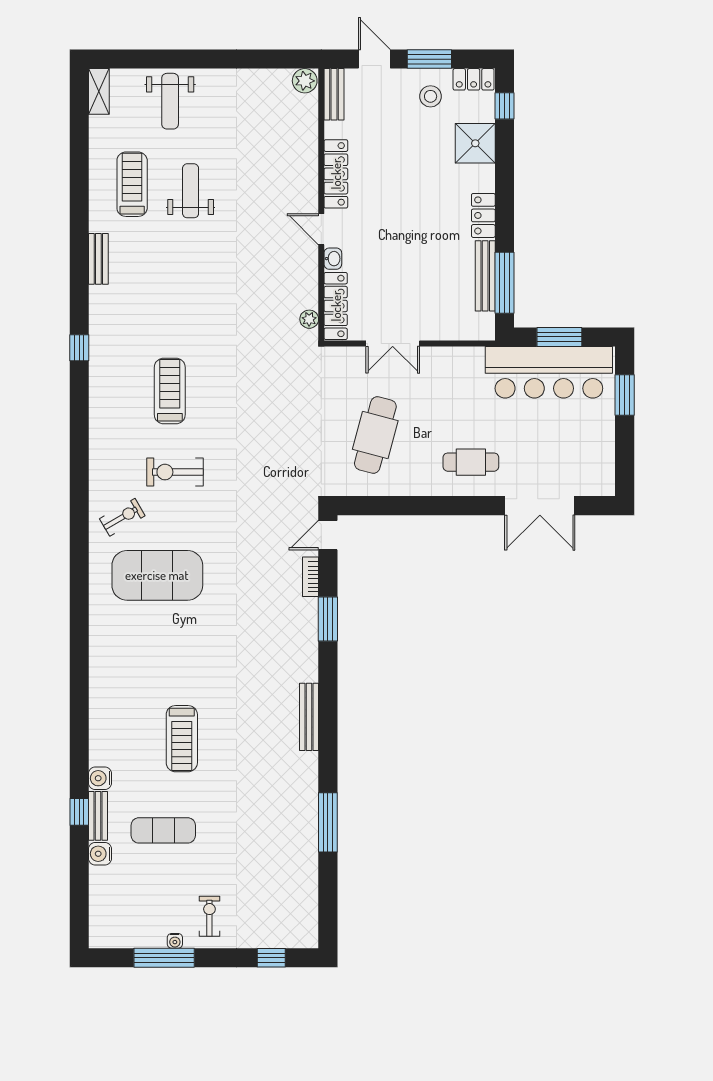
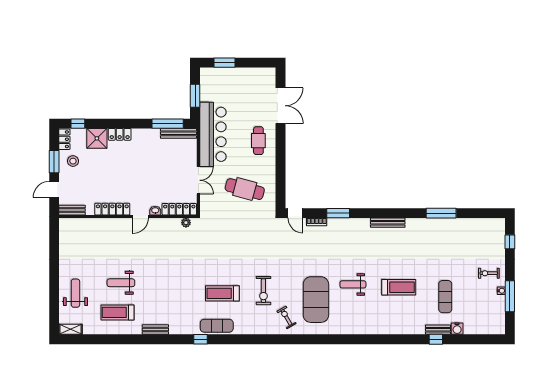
plant: (305, 81) -> (65, 225), removed
weight bench: (170, 101) -> (75, 293), turned -90
locker: (483, 215) -> (120, 134), moved
bench: (485, 276) -> (178, 133), moved
bar counter: (549, 372) -> (213, 134), moved
exercise mat: (106, 380) -> (217, 326), added
weight bench: (187, 648) -> (353, 284), added
water cooler: (100, 778) -> (419, 329), removed

